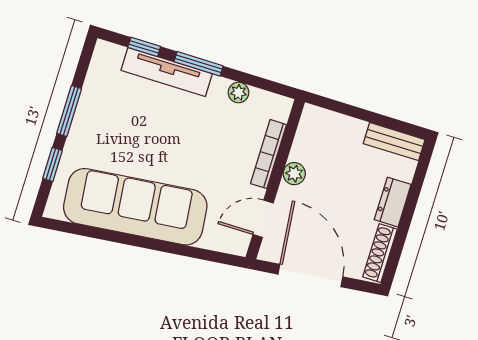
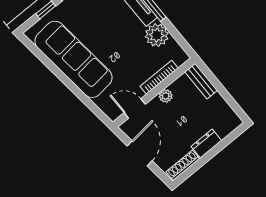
plant: (238, 92) -> (157, 35), width x1.87, depth x1.87
bench: (394, 142) -> (201, 81), moved
door: (310, 275) -> (140, 153), width x0.73

